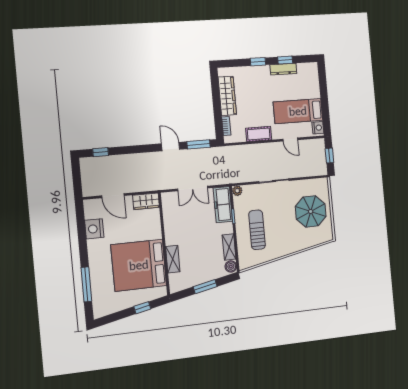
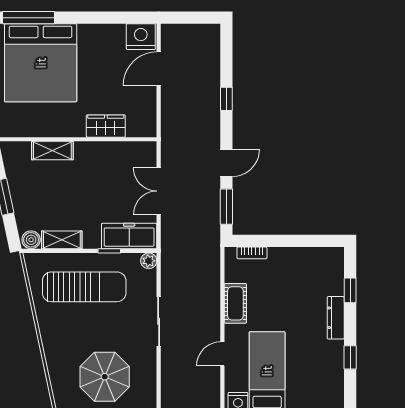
window: (258, 62) -> (350, 290), moved
dresser: (283, 69) -> (336, 318), moved
wardrobe: (227, 96) -> (299, 259), removed
window: (101, 152) -> (226, 99), moved
wardrobe: (146, 201) -> (106, 126), moved, turned 90
nightstand: (94, 229) -> (141, 37), moved
sun lounger: (257, 230) -> (84, 287), width x1.36, depth x1.34
bed: (139, 265) -> (41, 63), moved, turned 180

